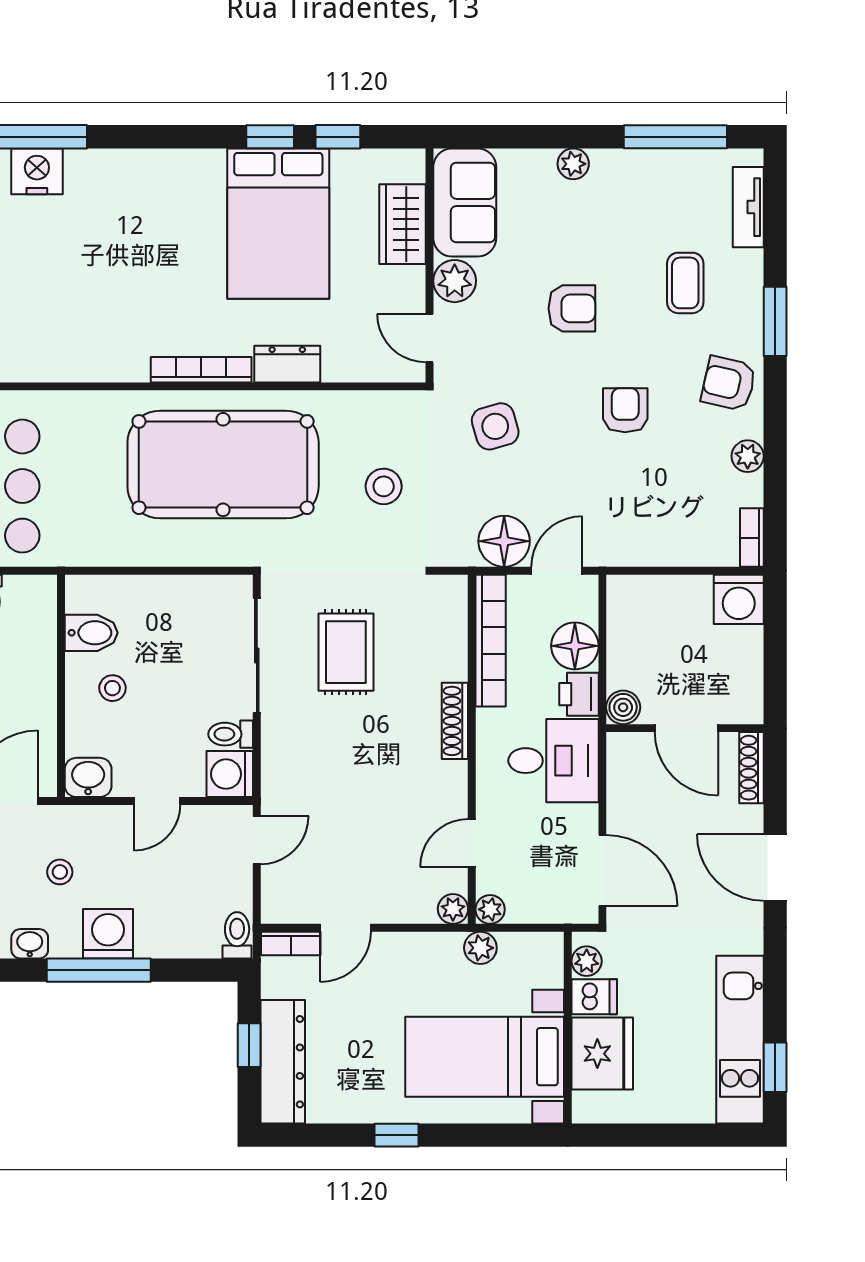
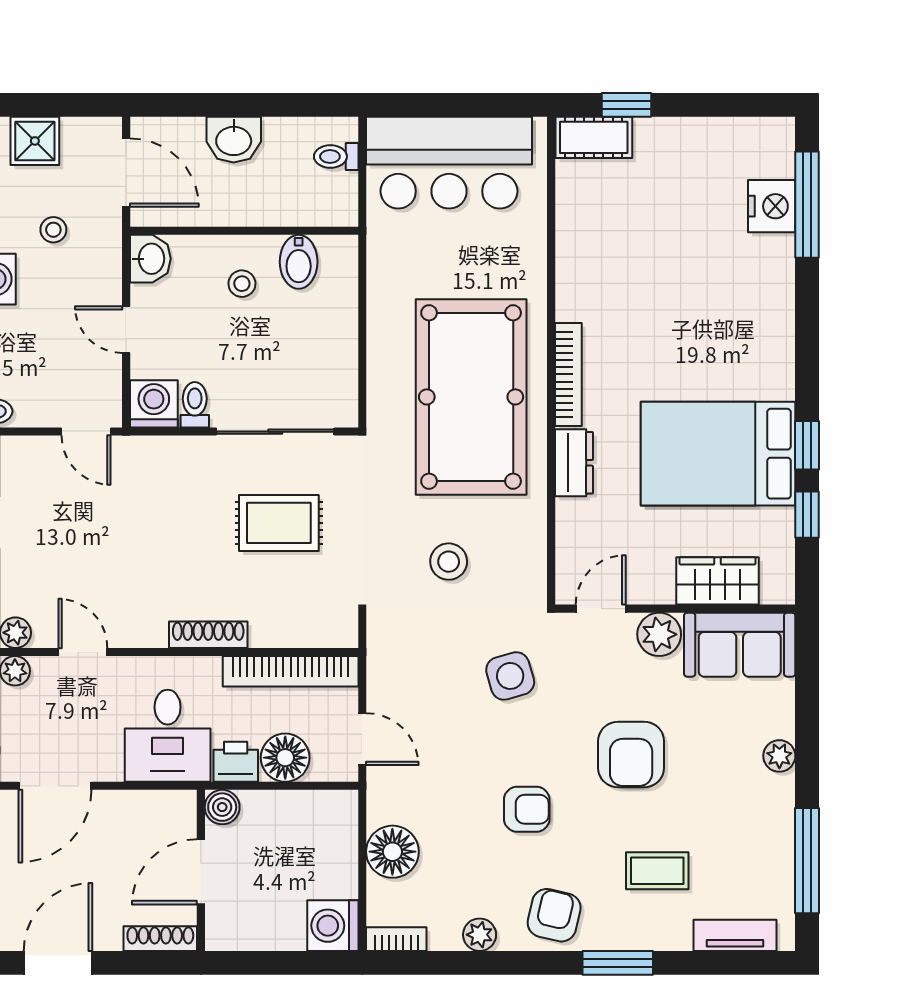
armchair: (572, 308) -> (631, 755), width x1.38, depth x1.38
floor lamp: (504, 541) -> (392, 852), moved

